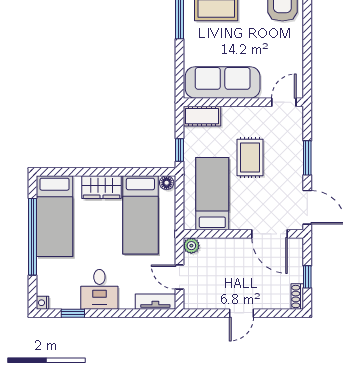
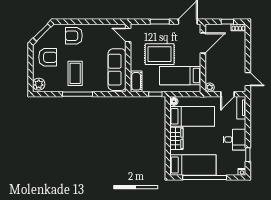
rug: (250, 157) -> (160, 54), width x1.36, depth x1.43
door: (241, 313) -> (248, 79), moved

